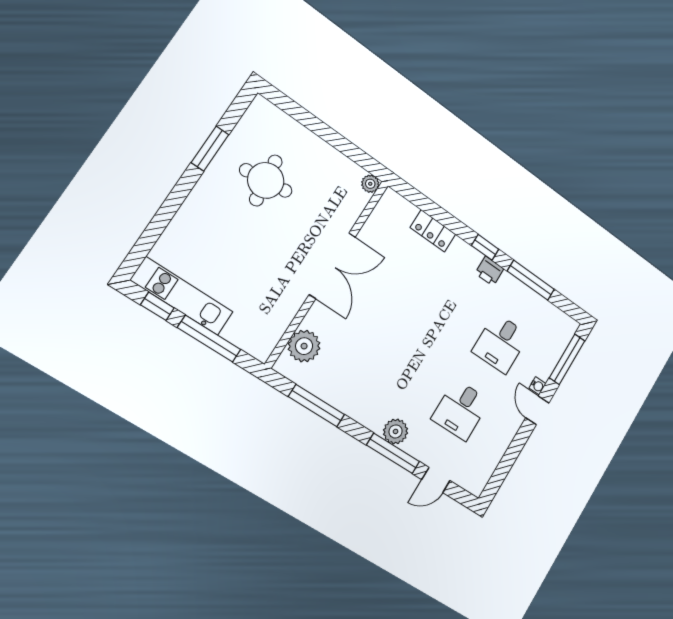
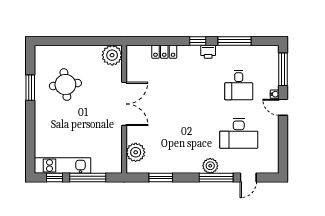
plant: (370, 184) -> (112, 55), width x1.88, depth x1.88
window: (316, 406) -> (161, 178), width x0.69
desk: (461, 410) -> (239, 133), width x1.37

